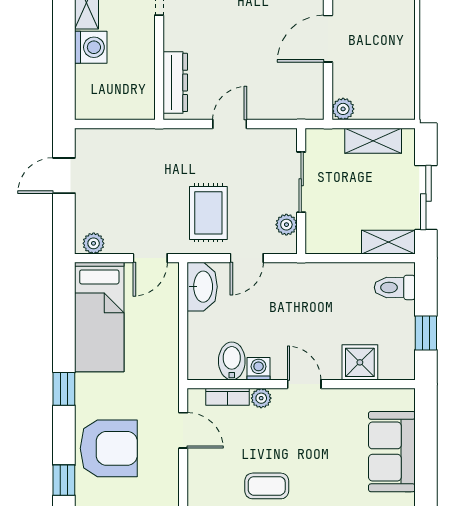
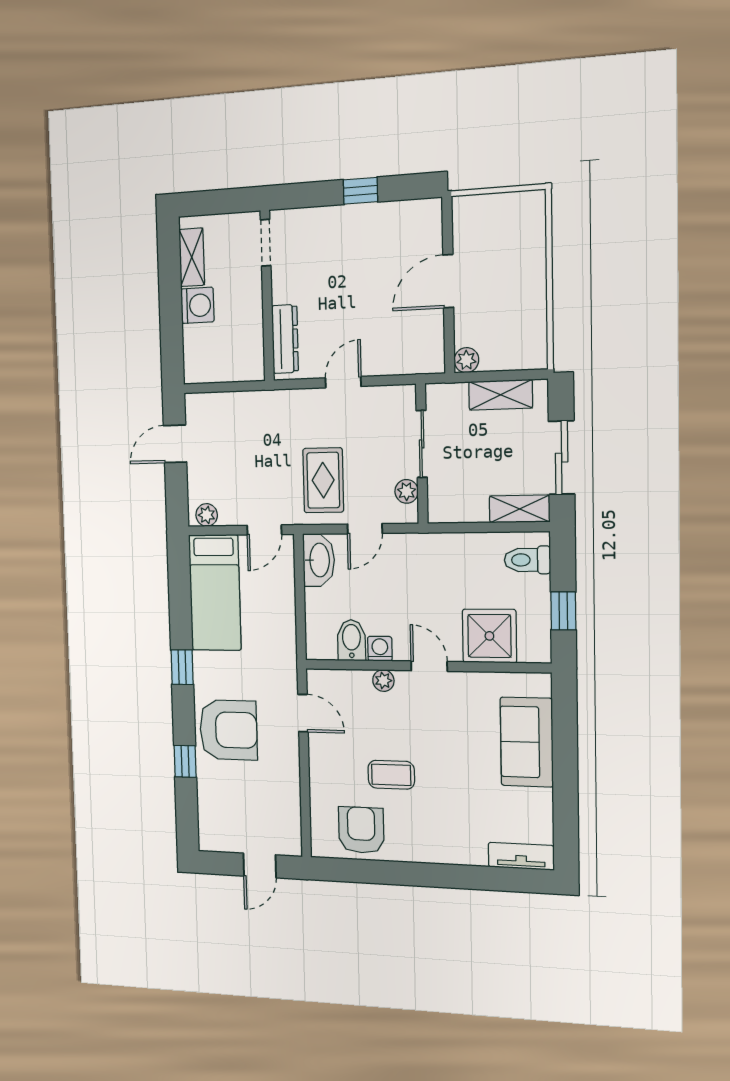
shower: (360, 362) -> (489, 636), width x1.36, depth x1.36
bookcase: (227, 397) -> (348, 678), removed

